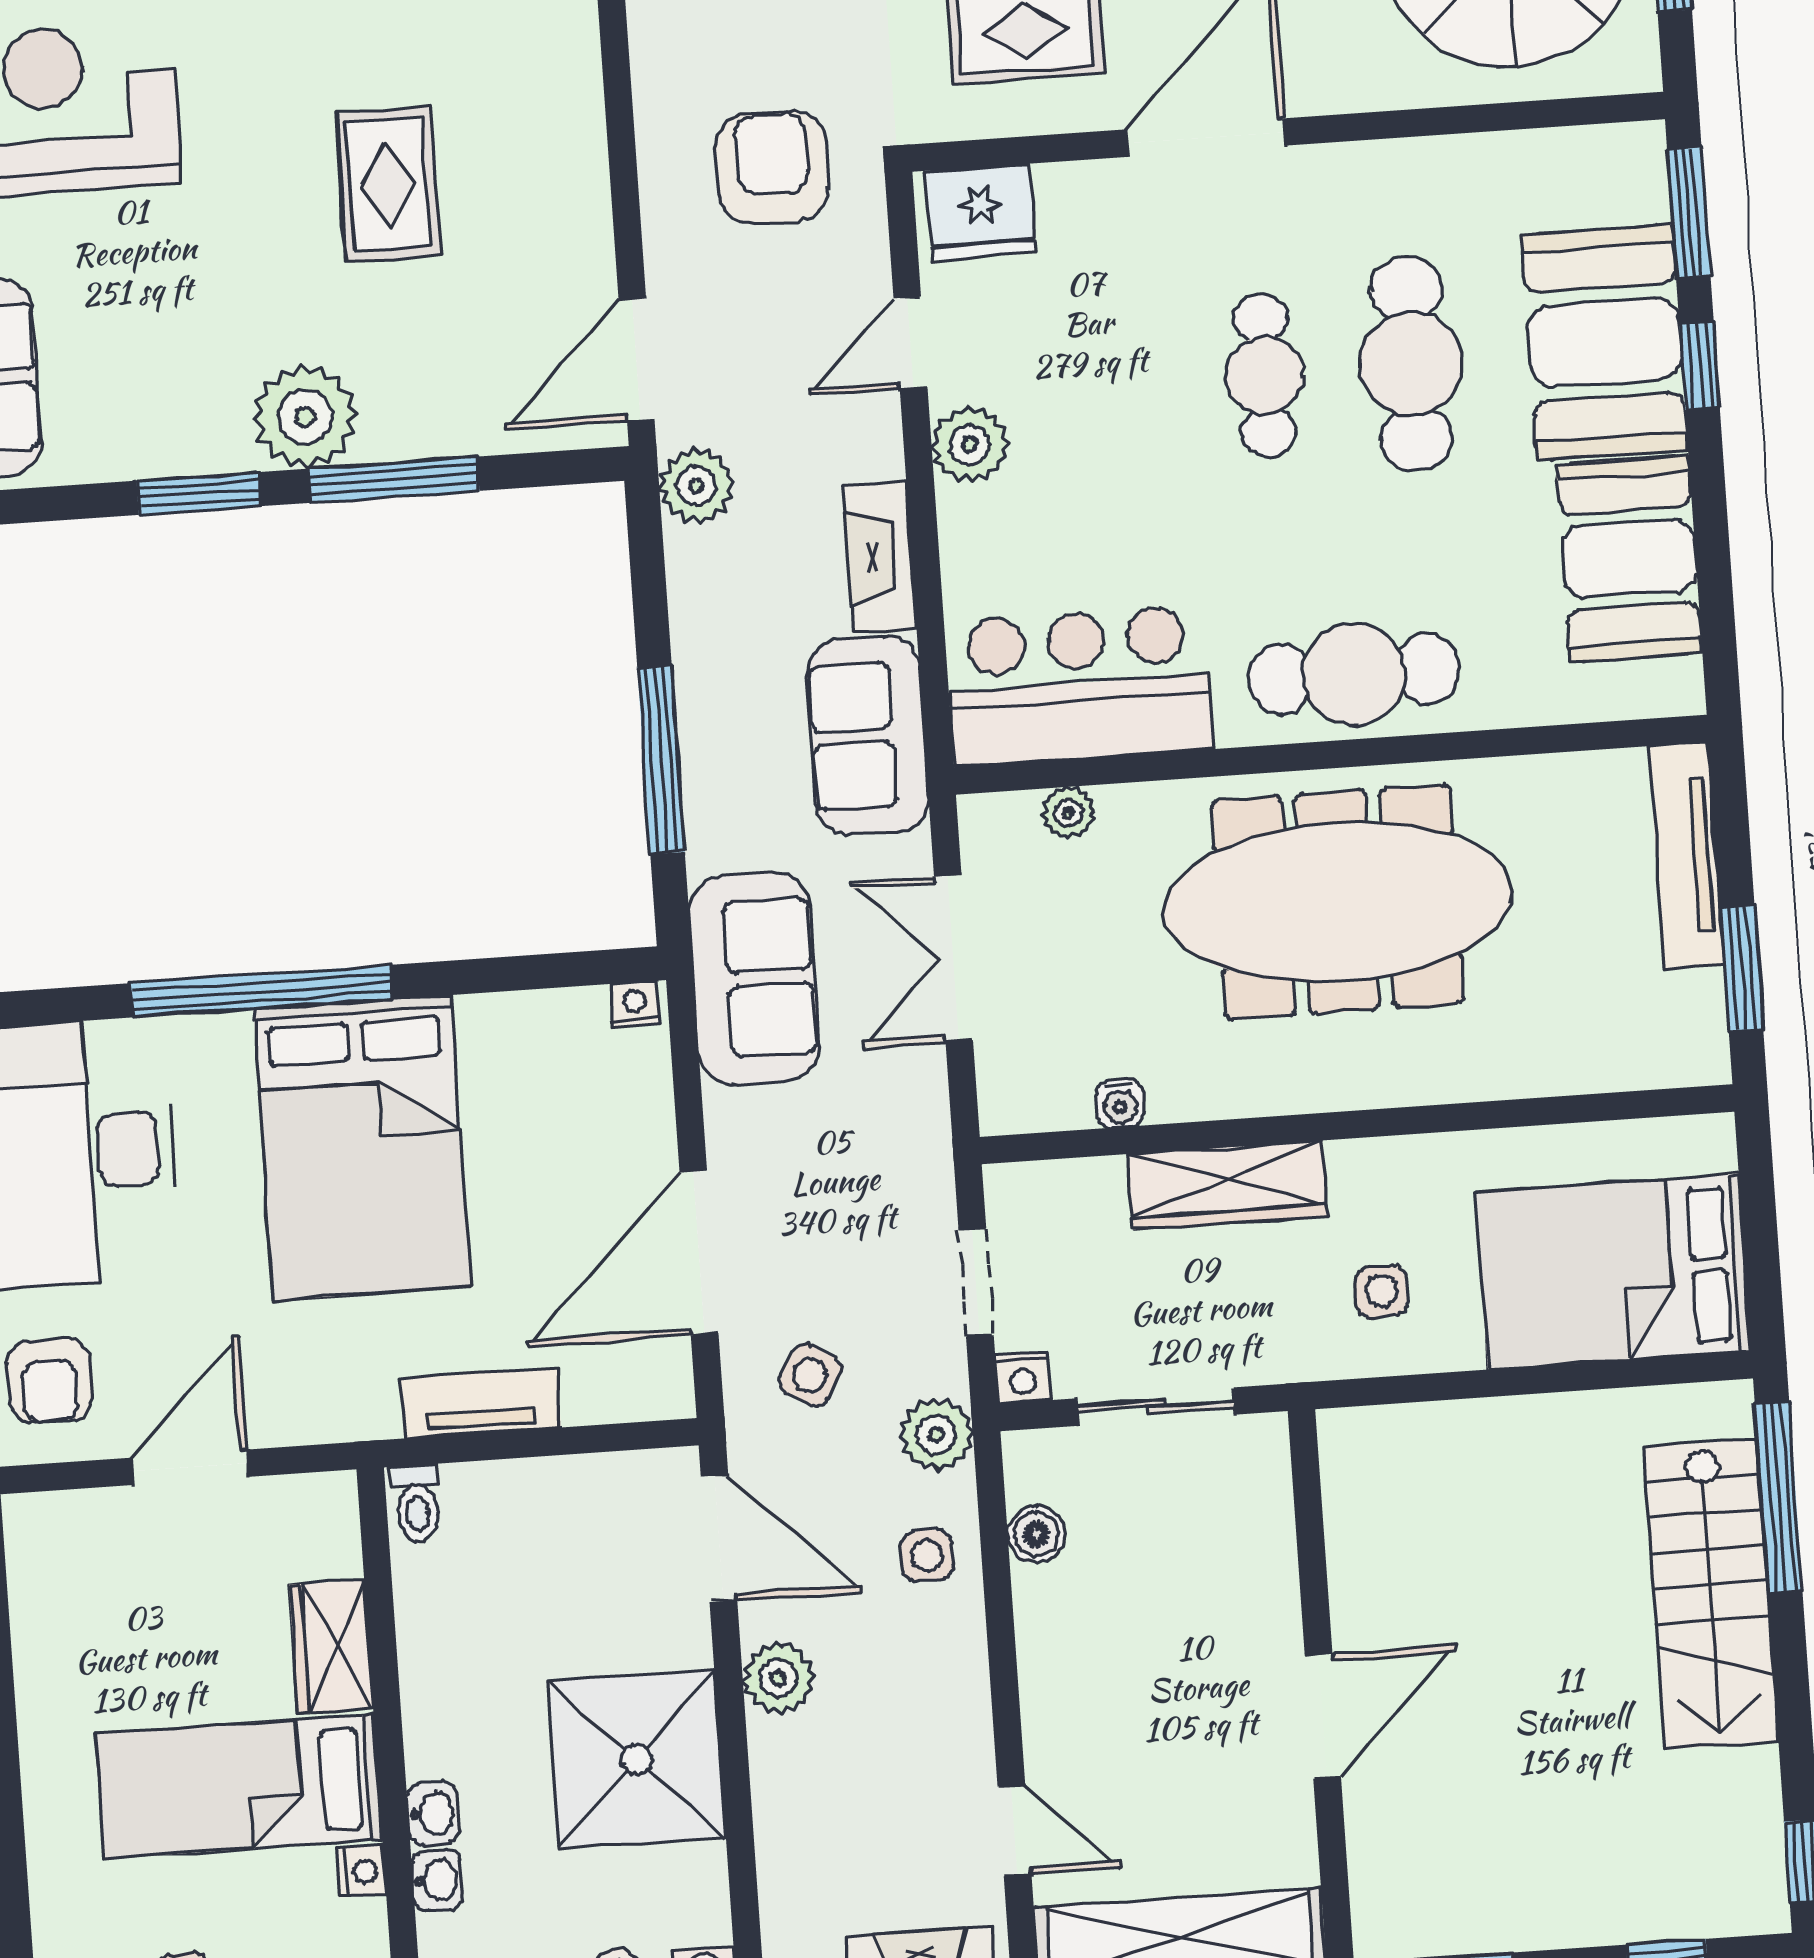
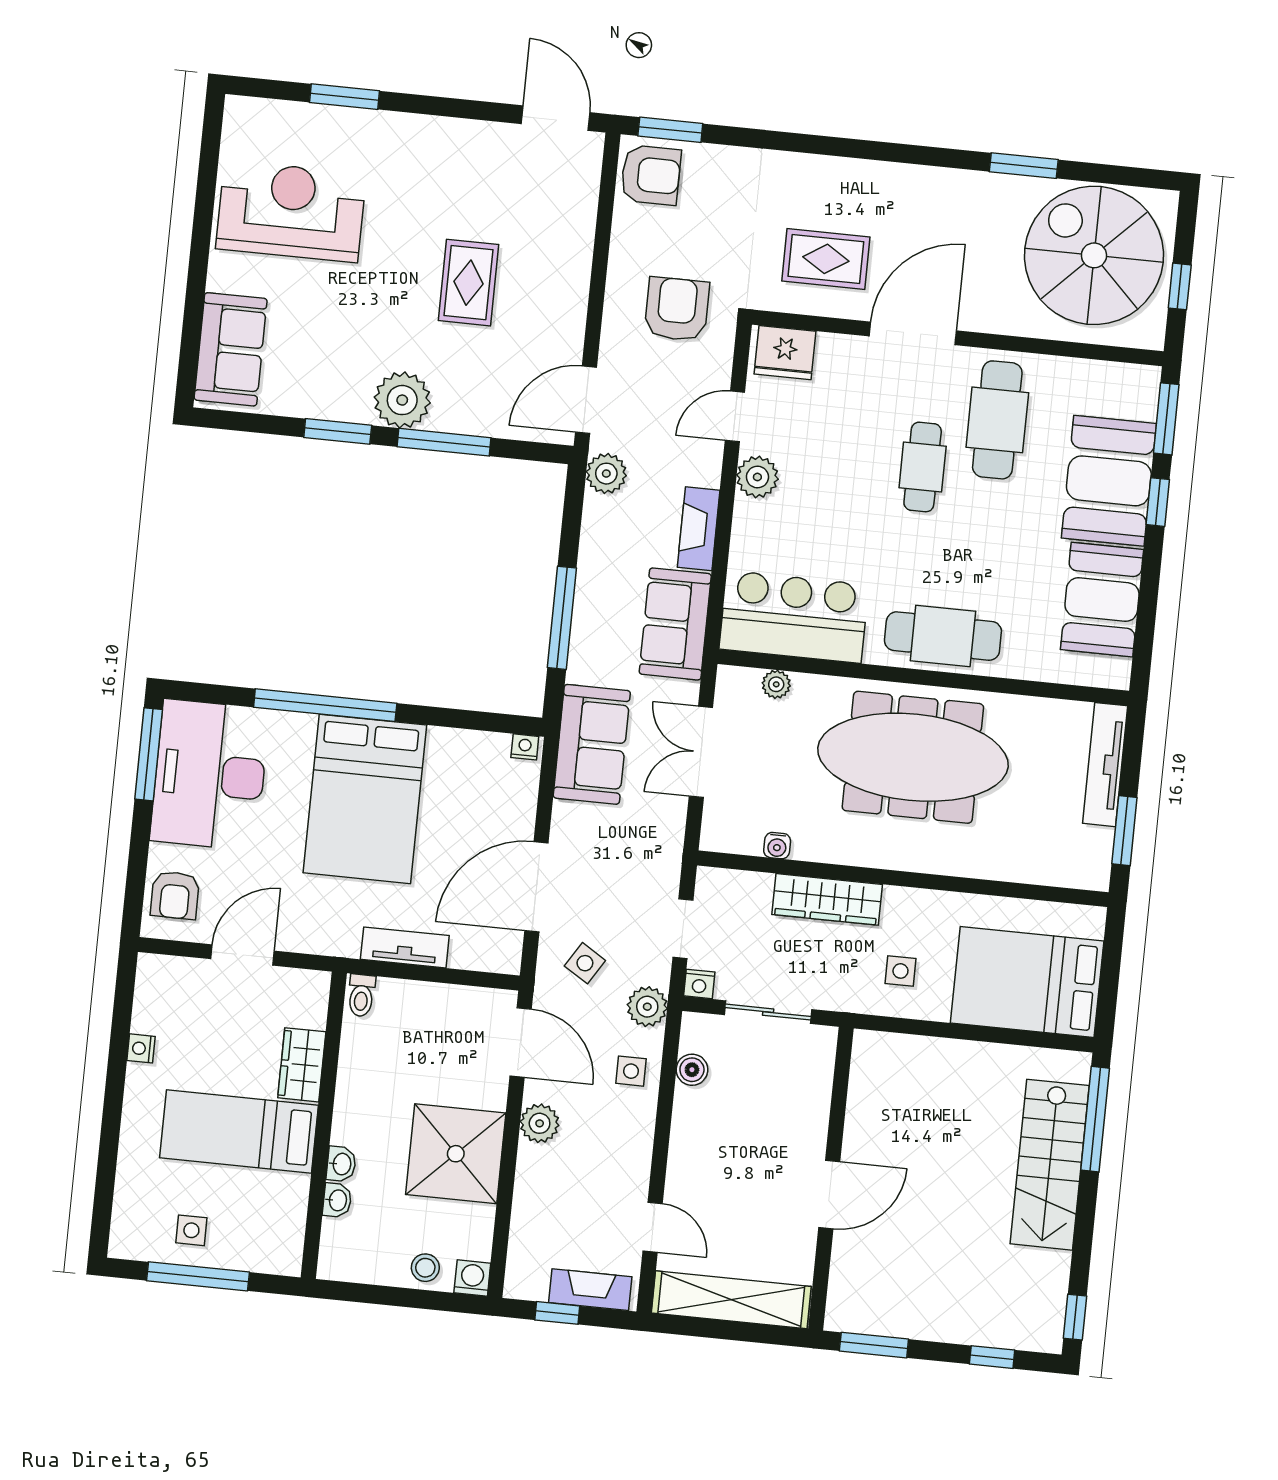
cafe table: (1411, 364) -> (997, 420), moved
nightstand: (361, 1871) -> (141, 1048), moved, turned 180

